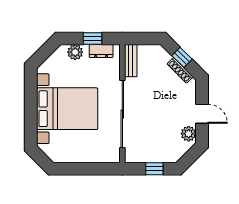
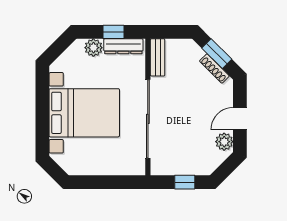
dresser: (101, 51) -> (123, 46), width x1.44
window: (182, 57) -> (217, 54), width x1.50
door: (202, 114) -> (240, 119), swing flipped

